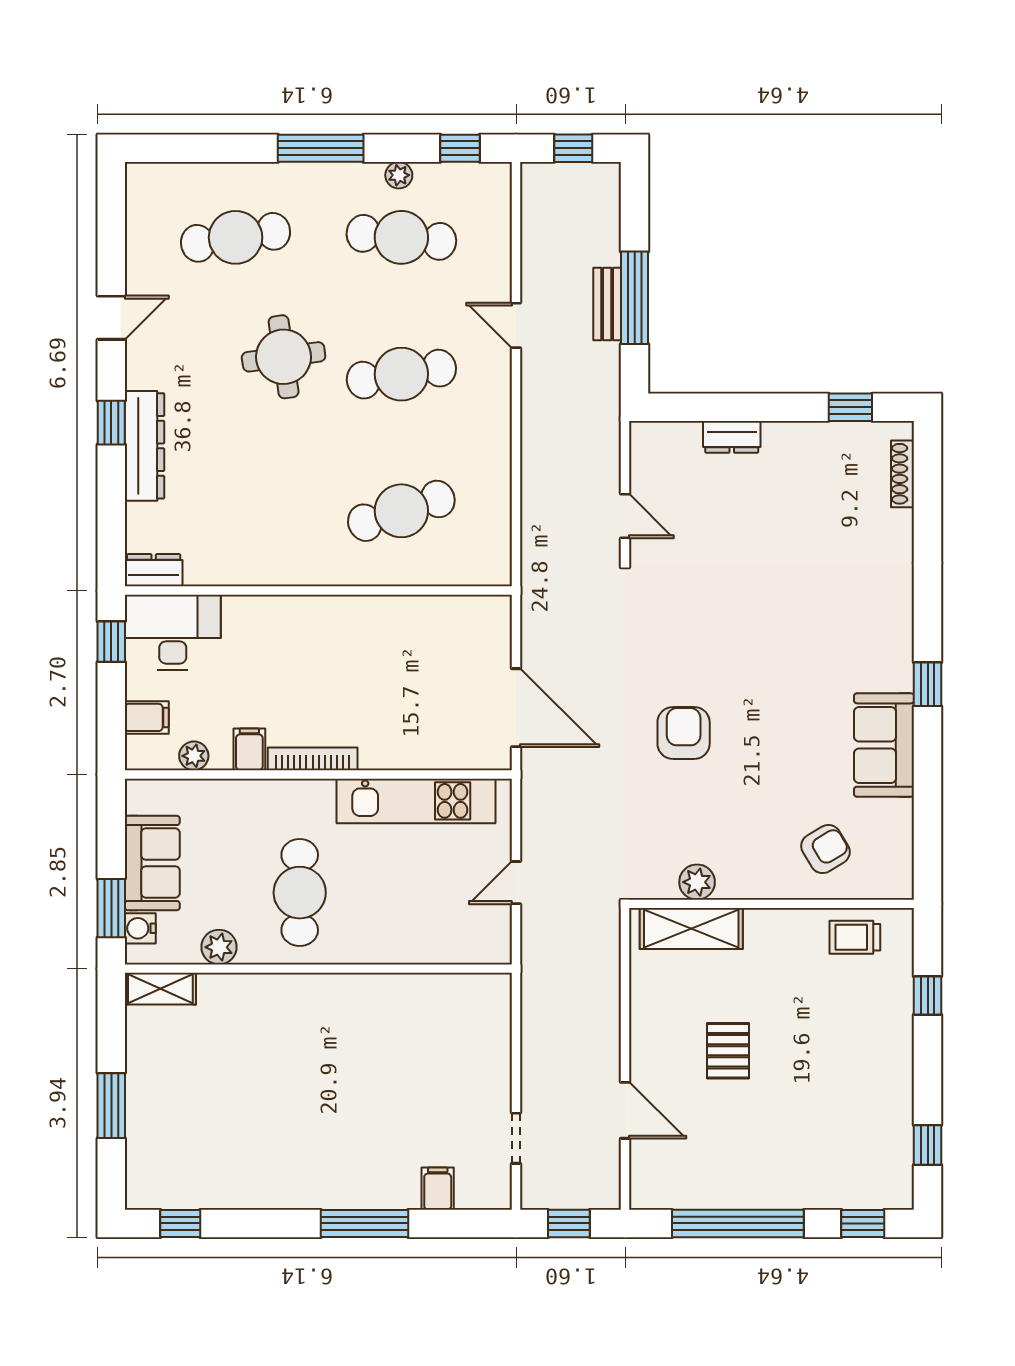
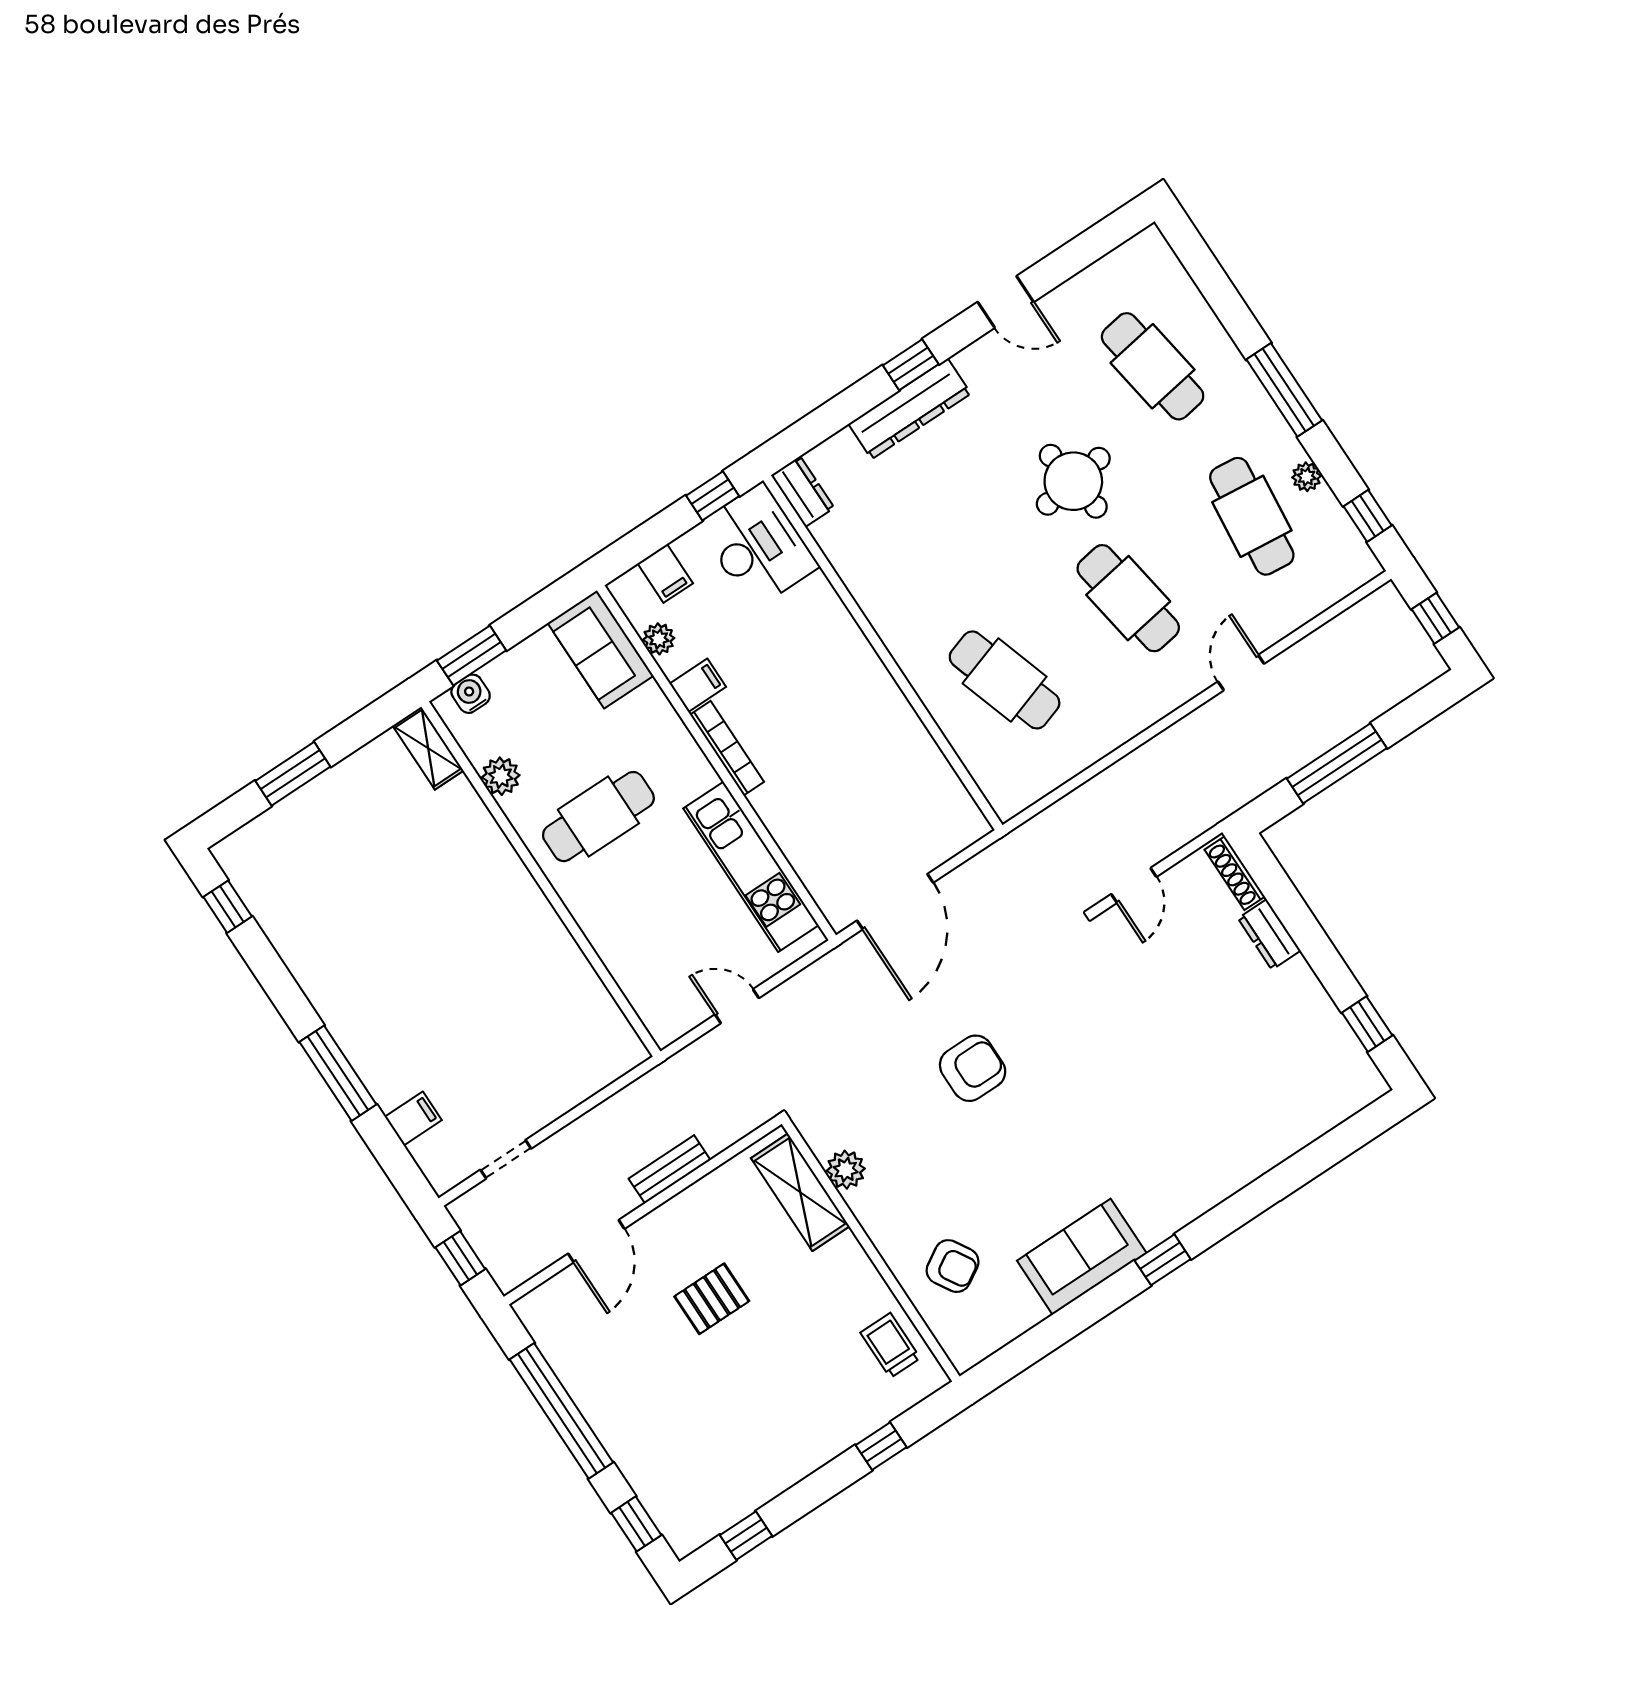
bench: (607, 304) -> (670, 1169), moved
shoe rack: (903, 474) -> (1235, 873), moved, turned -90
sofa: (152, 863) -> (601, 649), moved, turned 90

